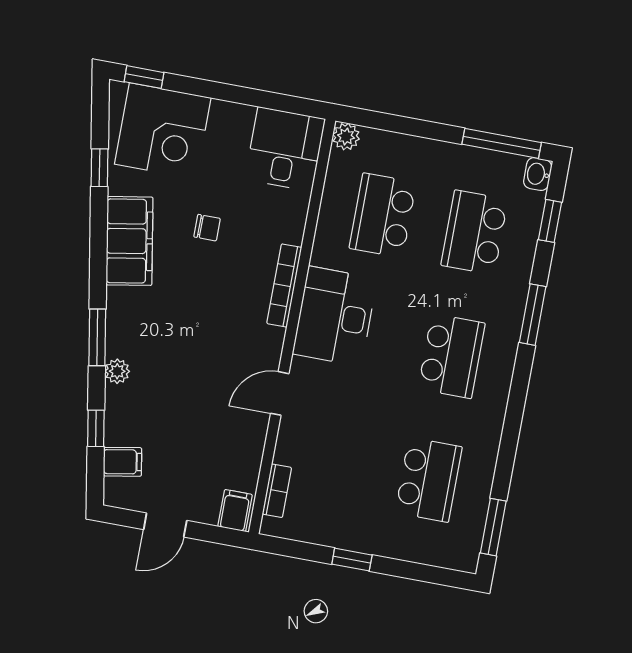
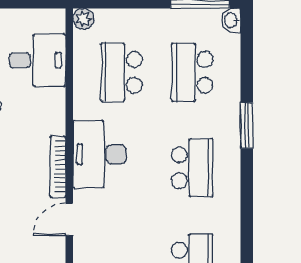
desk: (285, 149) -> (37, 60), moved, turned 90
window: (550, 221) -> (247, 53), removed
bookcase: (284, 285) -> (58, 167), moved

